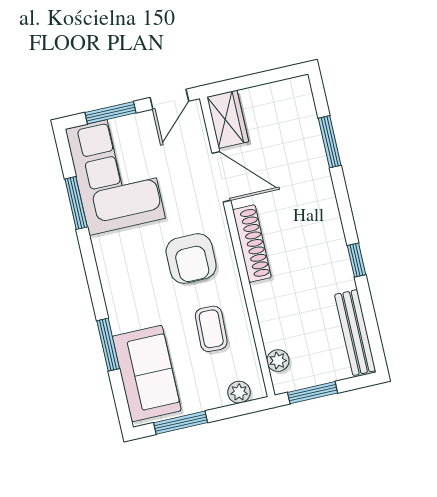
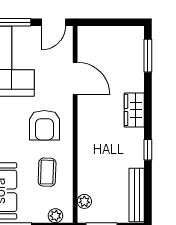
wardrobe: (228, 119) -> (134, 110), moved, turned 180
window: (330, 142) -> (148, 56), moved
shoe rack: (252, 244) -> (85, 124), removed

